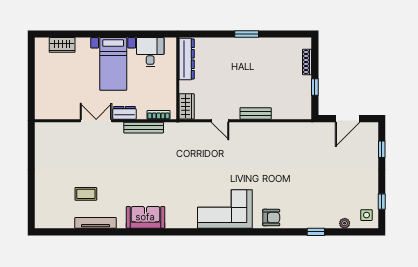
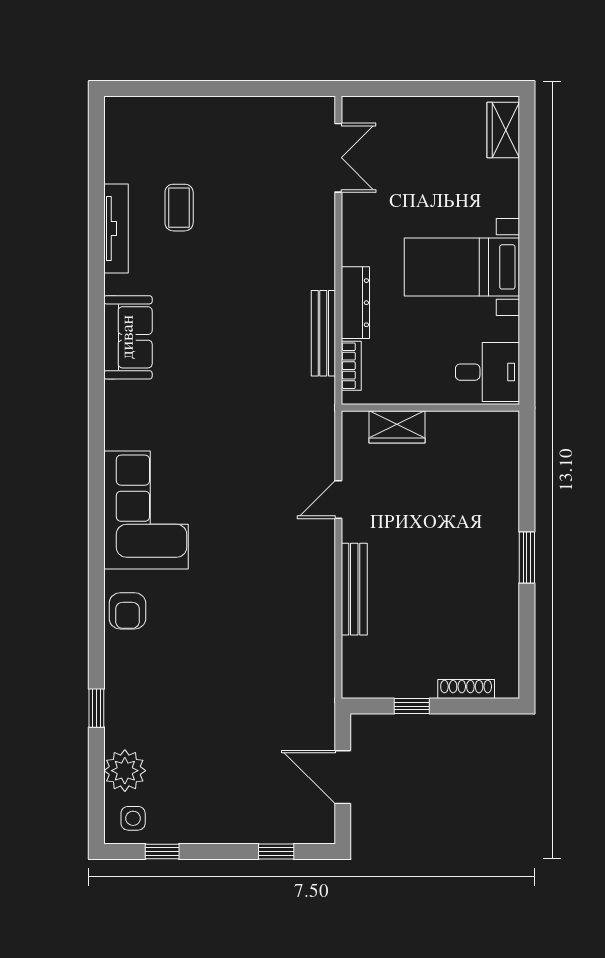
wardrobe: (62, 45) -> (503, 130), moved
desk: (150, 52) -> (487, 372), moved
dresser: (187, 59) -> (473, 427), removed
wardrobe: (187, 106) -> (397, 427), moved
dresser: (125, 113) -> (355, 303), width x1.44
bench: (256, 113) -> (354, 589), width x1.36
double door: (96, 121) -> (338, 158), moved
plant: (345, 223) -> (125, 771), width x1.88, depth x1.88

